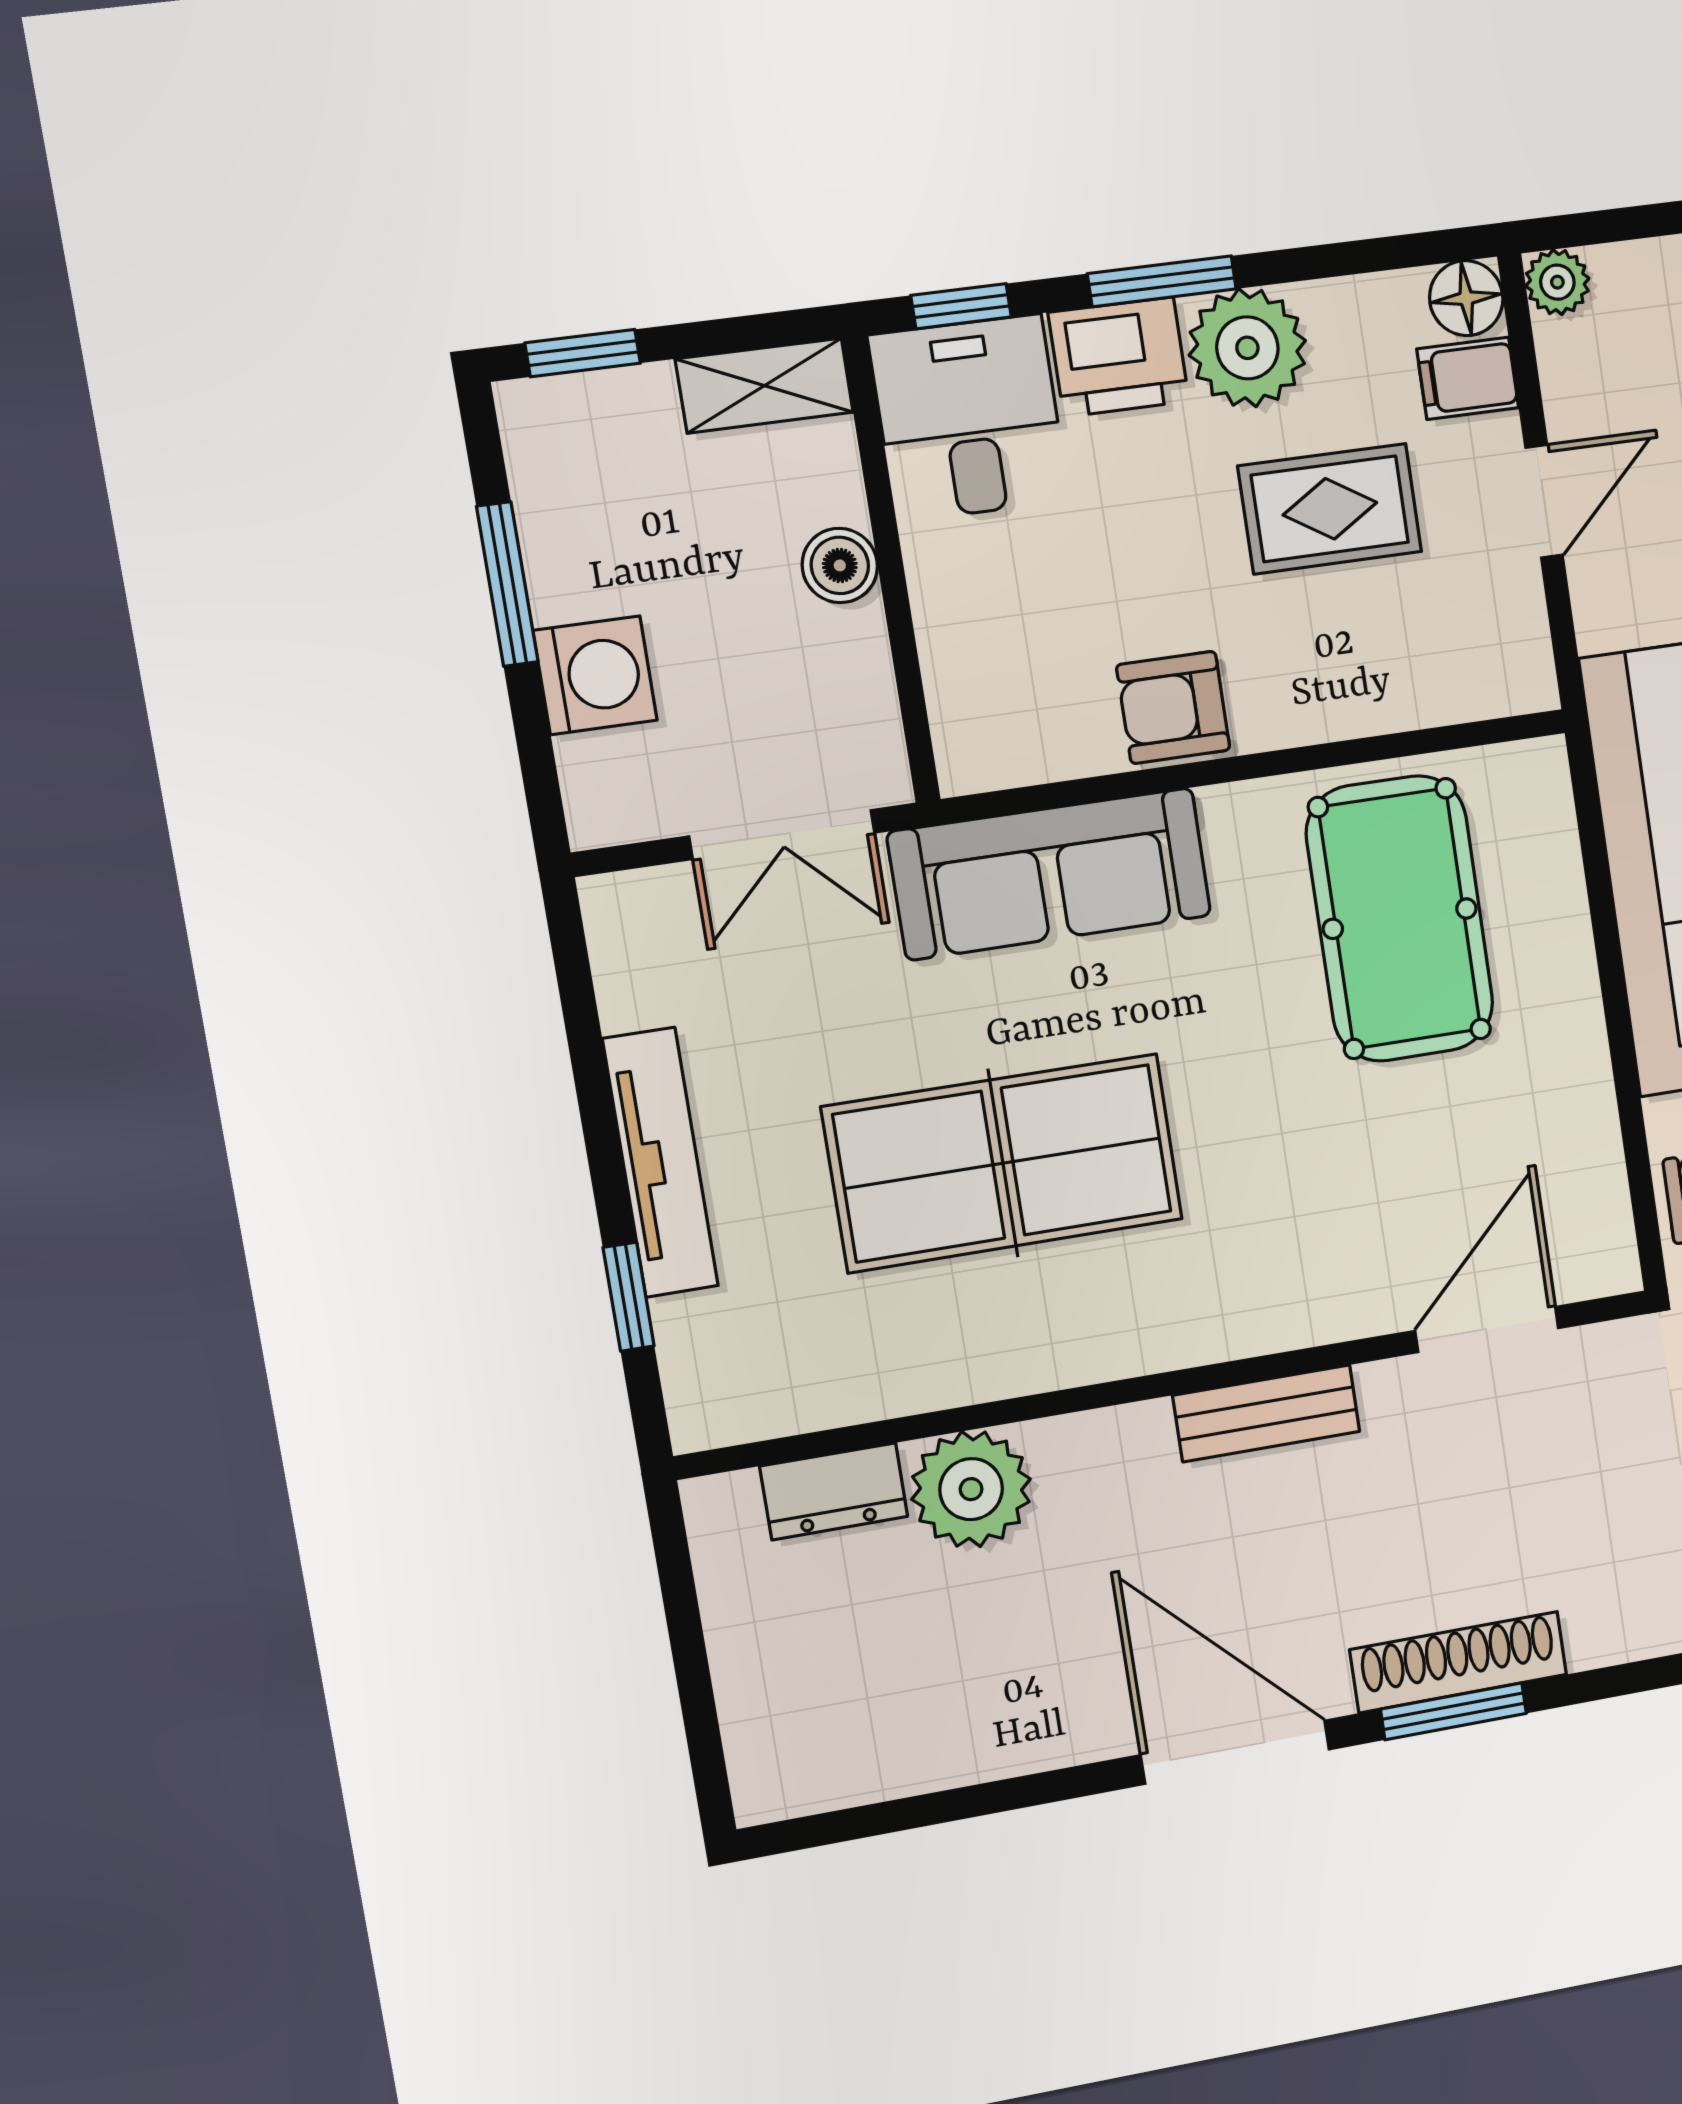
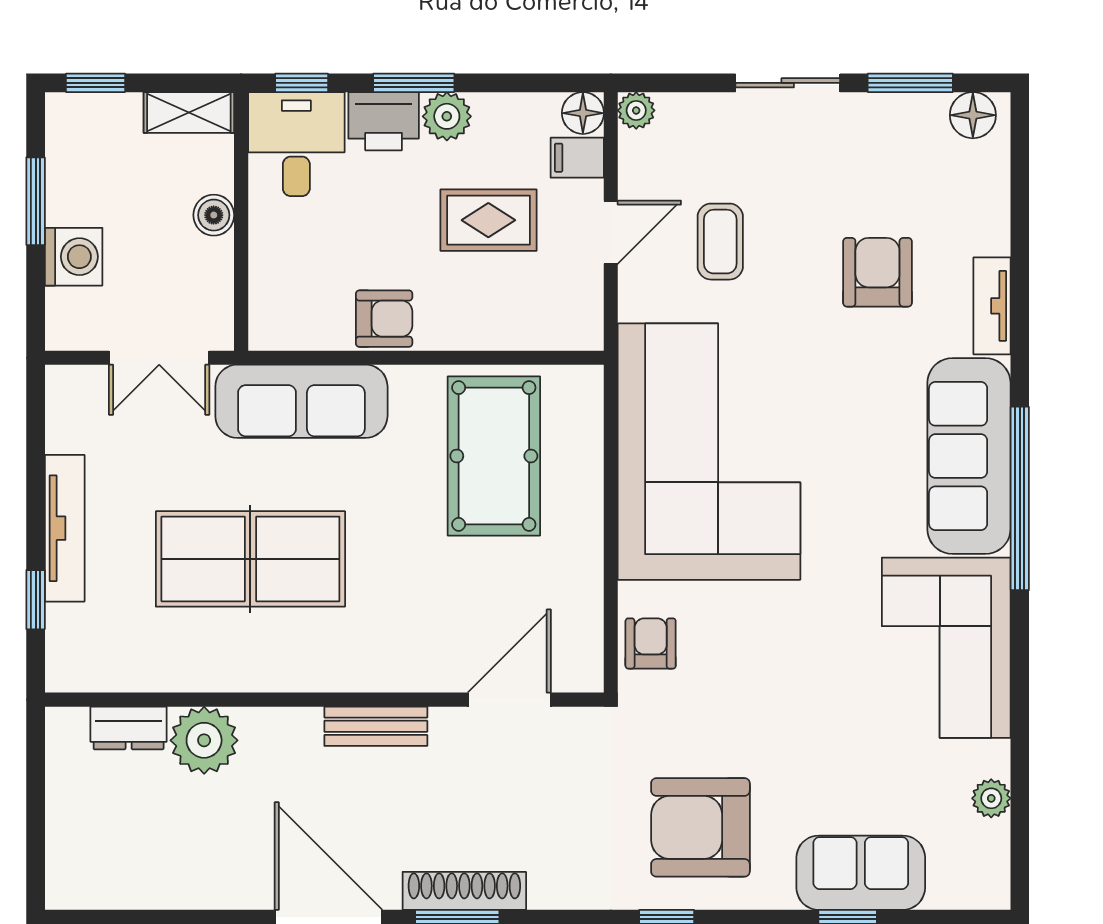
plant: (1247, 348) -> (447, 116), width x0.73, depth x0.73
armchair: (1173, 708) -> (384, 319), turned 180

